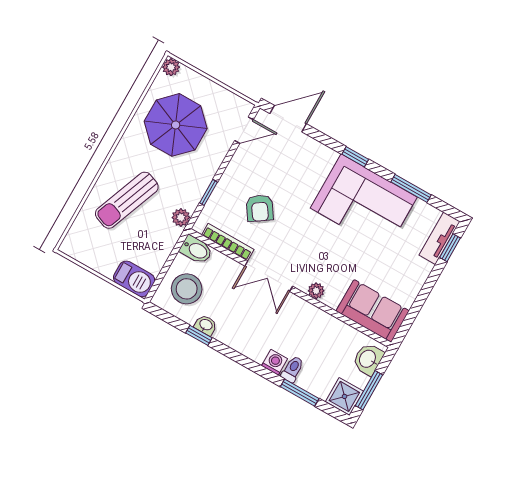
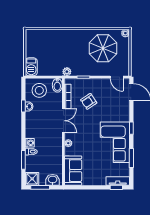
sun lounger: (127, 200) -> (61, 46), removed
double door: (269, 276) -> (63, 121), swing flipped

